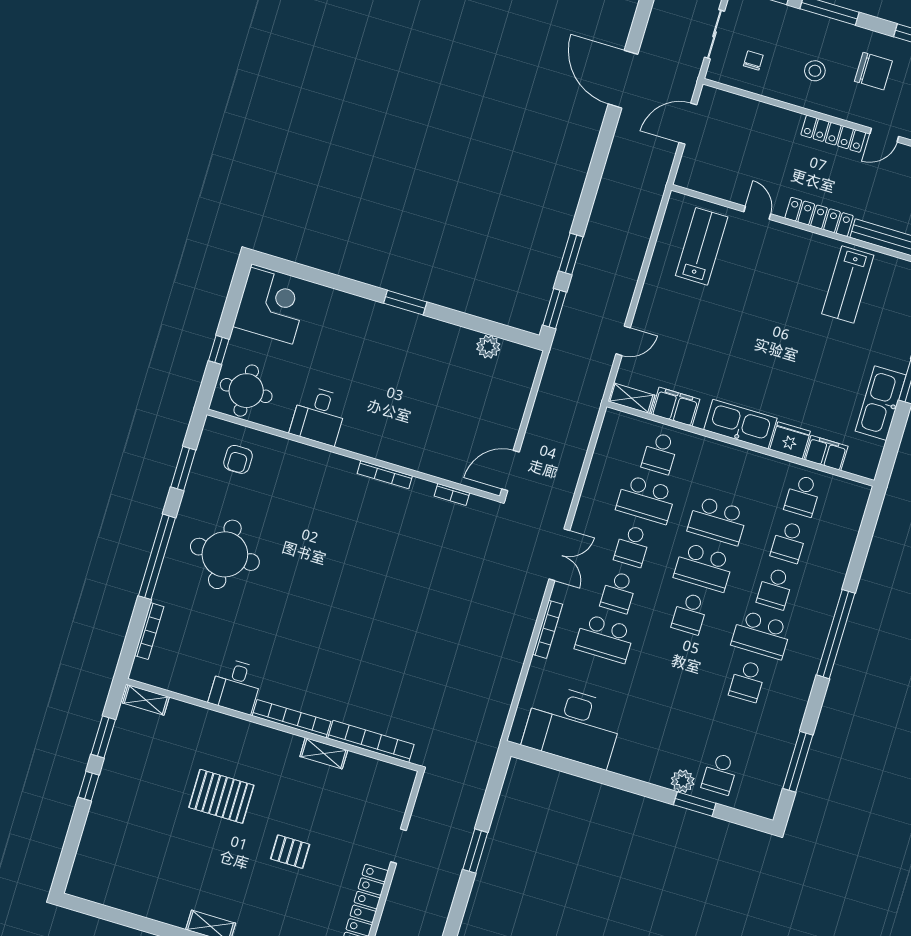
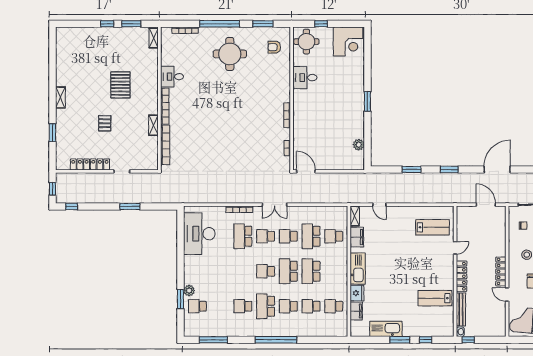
window: (555, 309) -> (449, 169), moved

